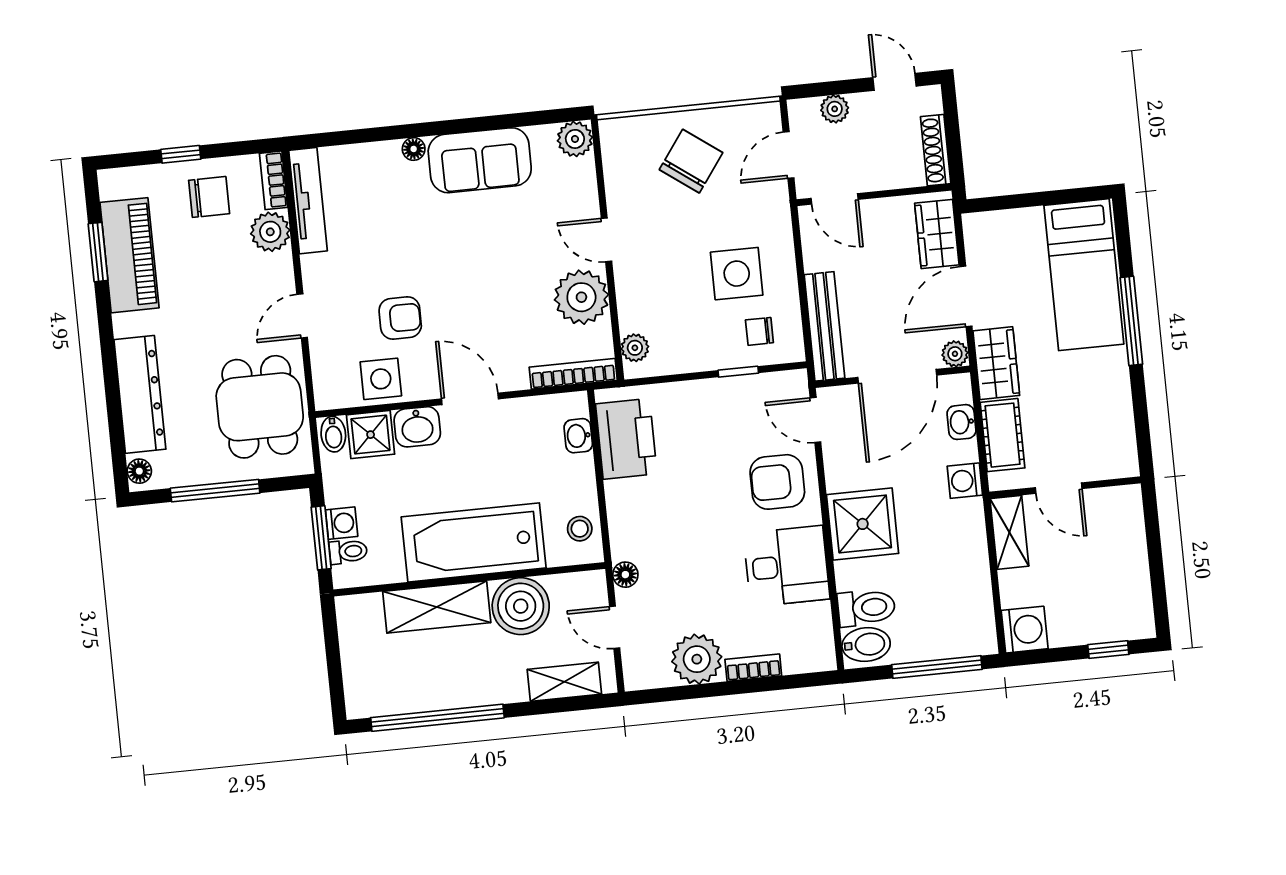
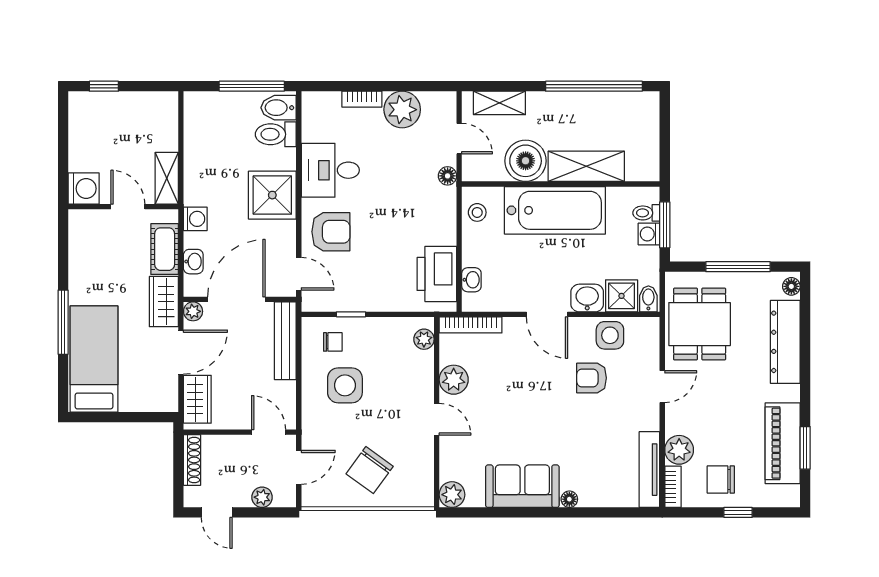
plant: (581, 297) -> (454, 380), width x0.73, depth x0.73
washing machine: (1025, 630) -> (84, 189), moved, turned 180
window: (937, 667) -> (252, 86), moved

